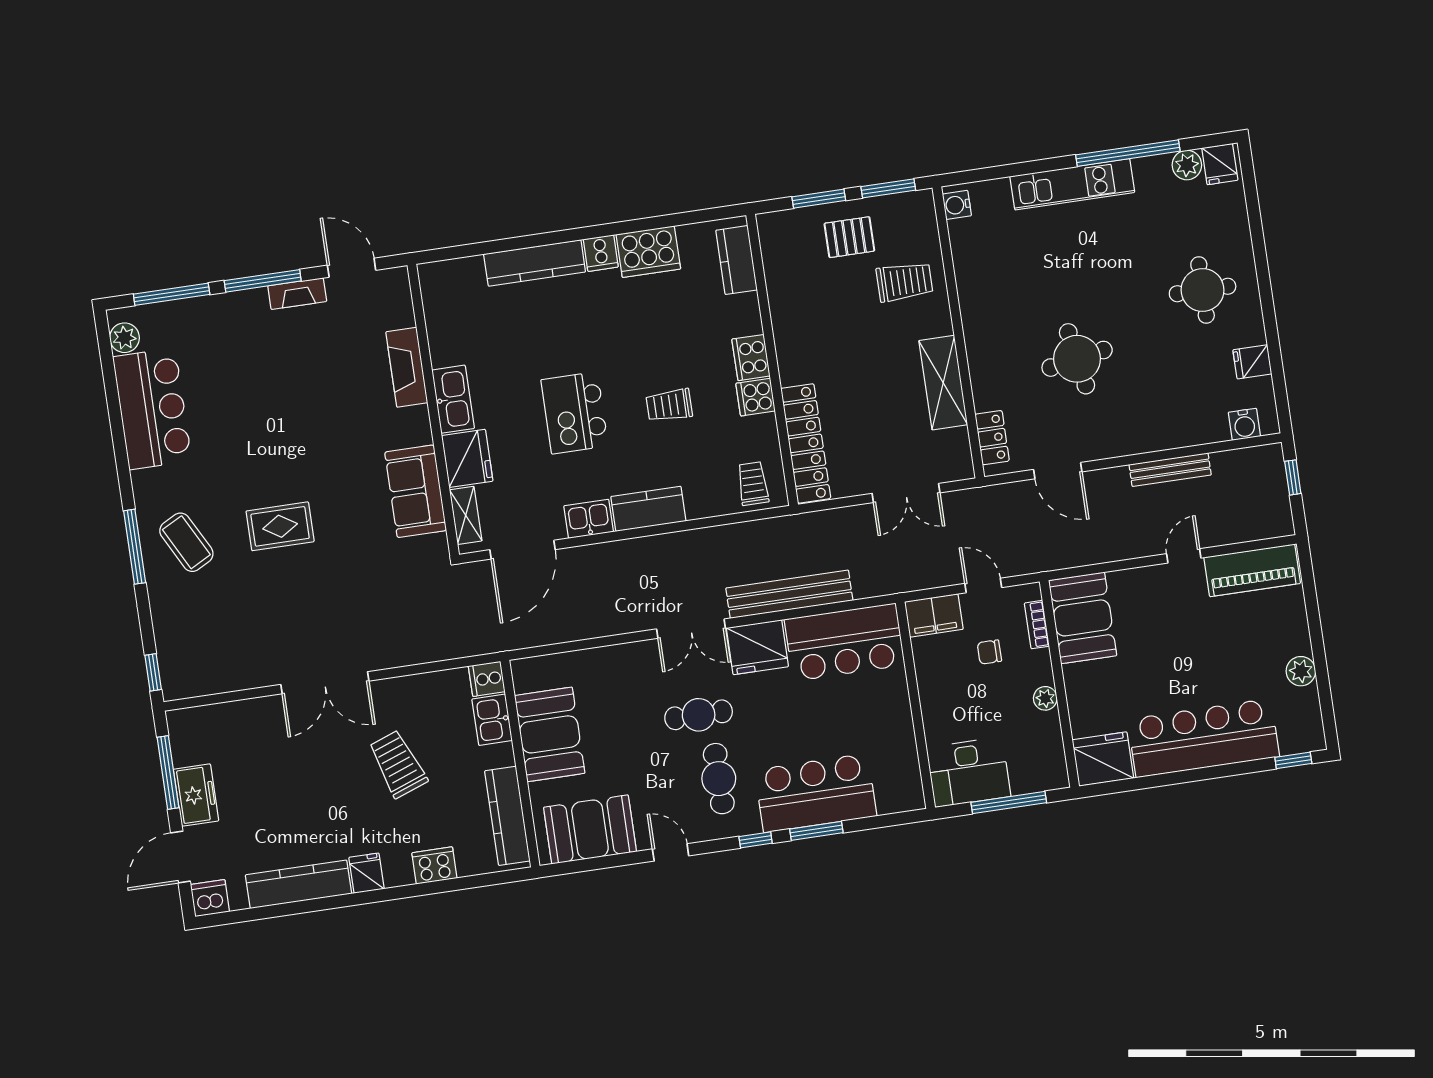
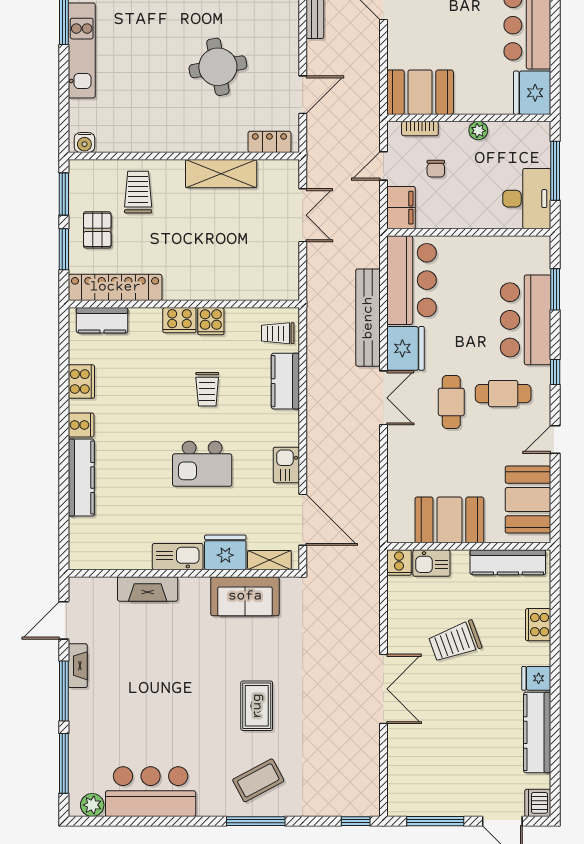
cooker: (648, 252) -> (81, 382), width x0.73, depth x0.76
locker: (806, 443) -> (115, 287), moved
kitchen counter: (648, 509) -> (285, 381), moved
freezer: (196, 795) -> (456, 802), removed
window: (816, 831) -> (555, 289), moved

